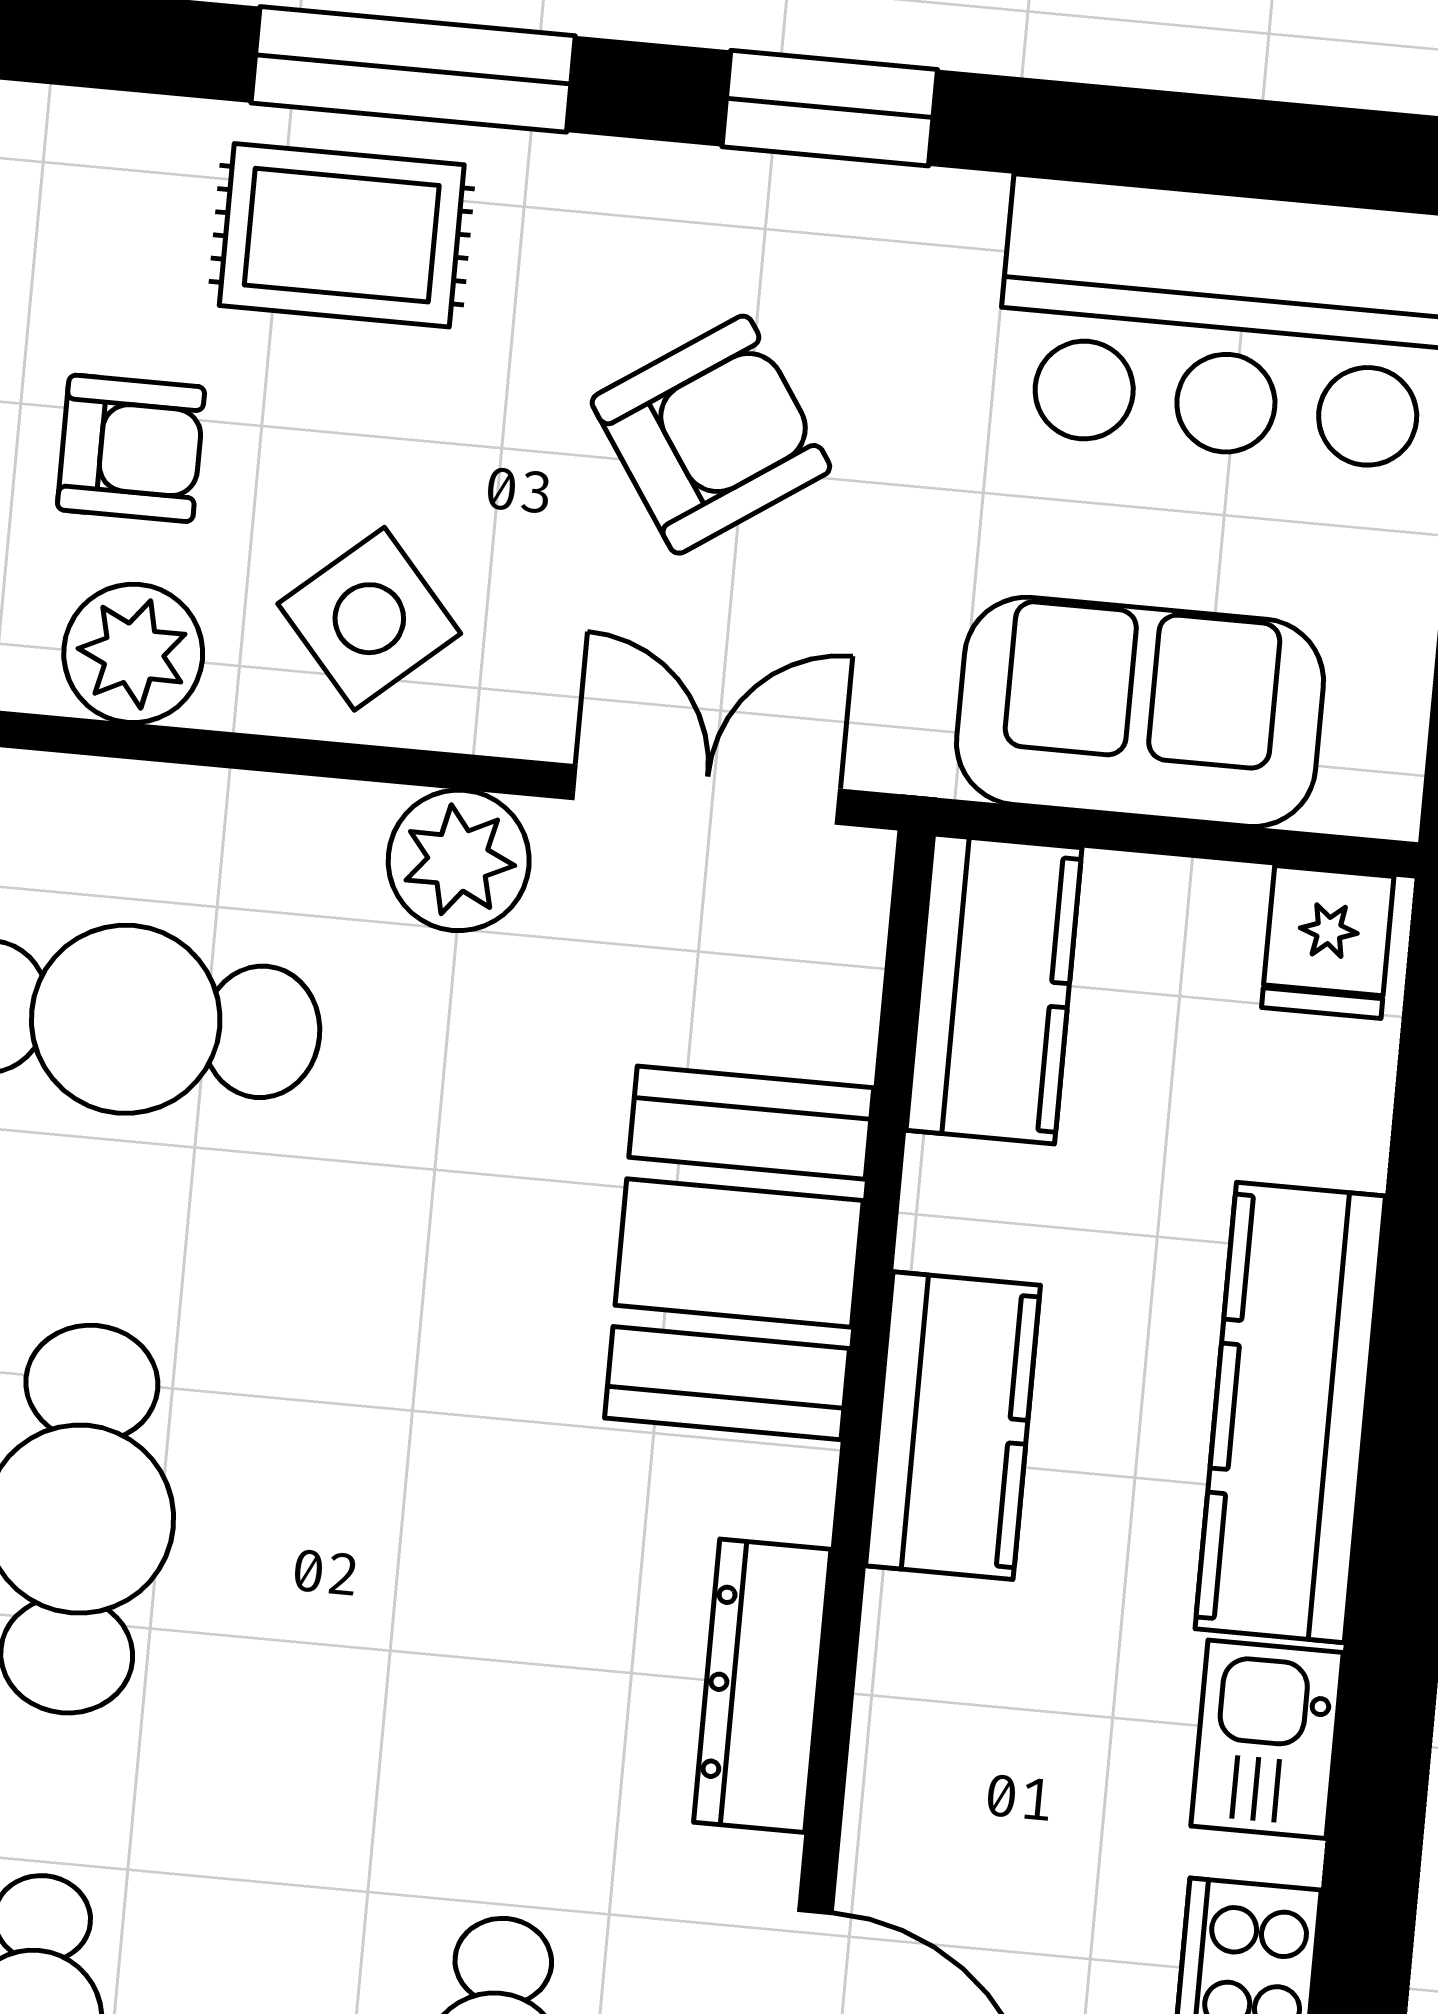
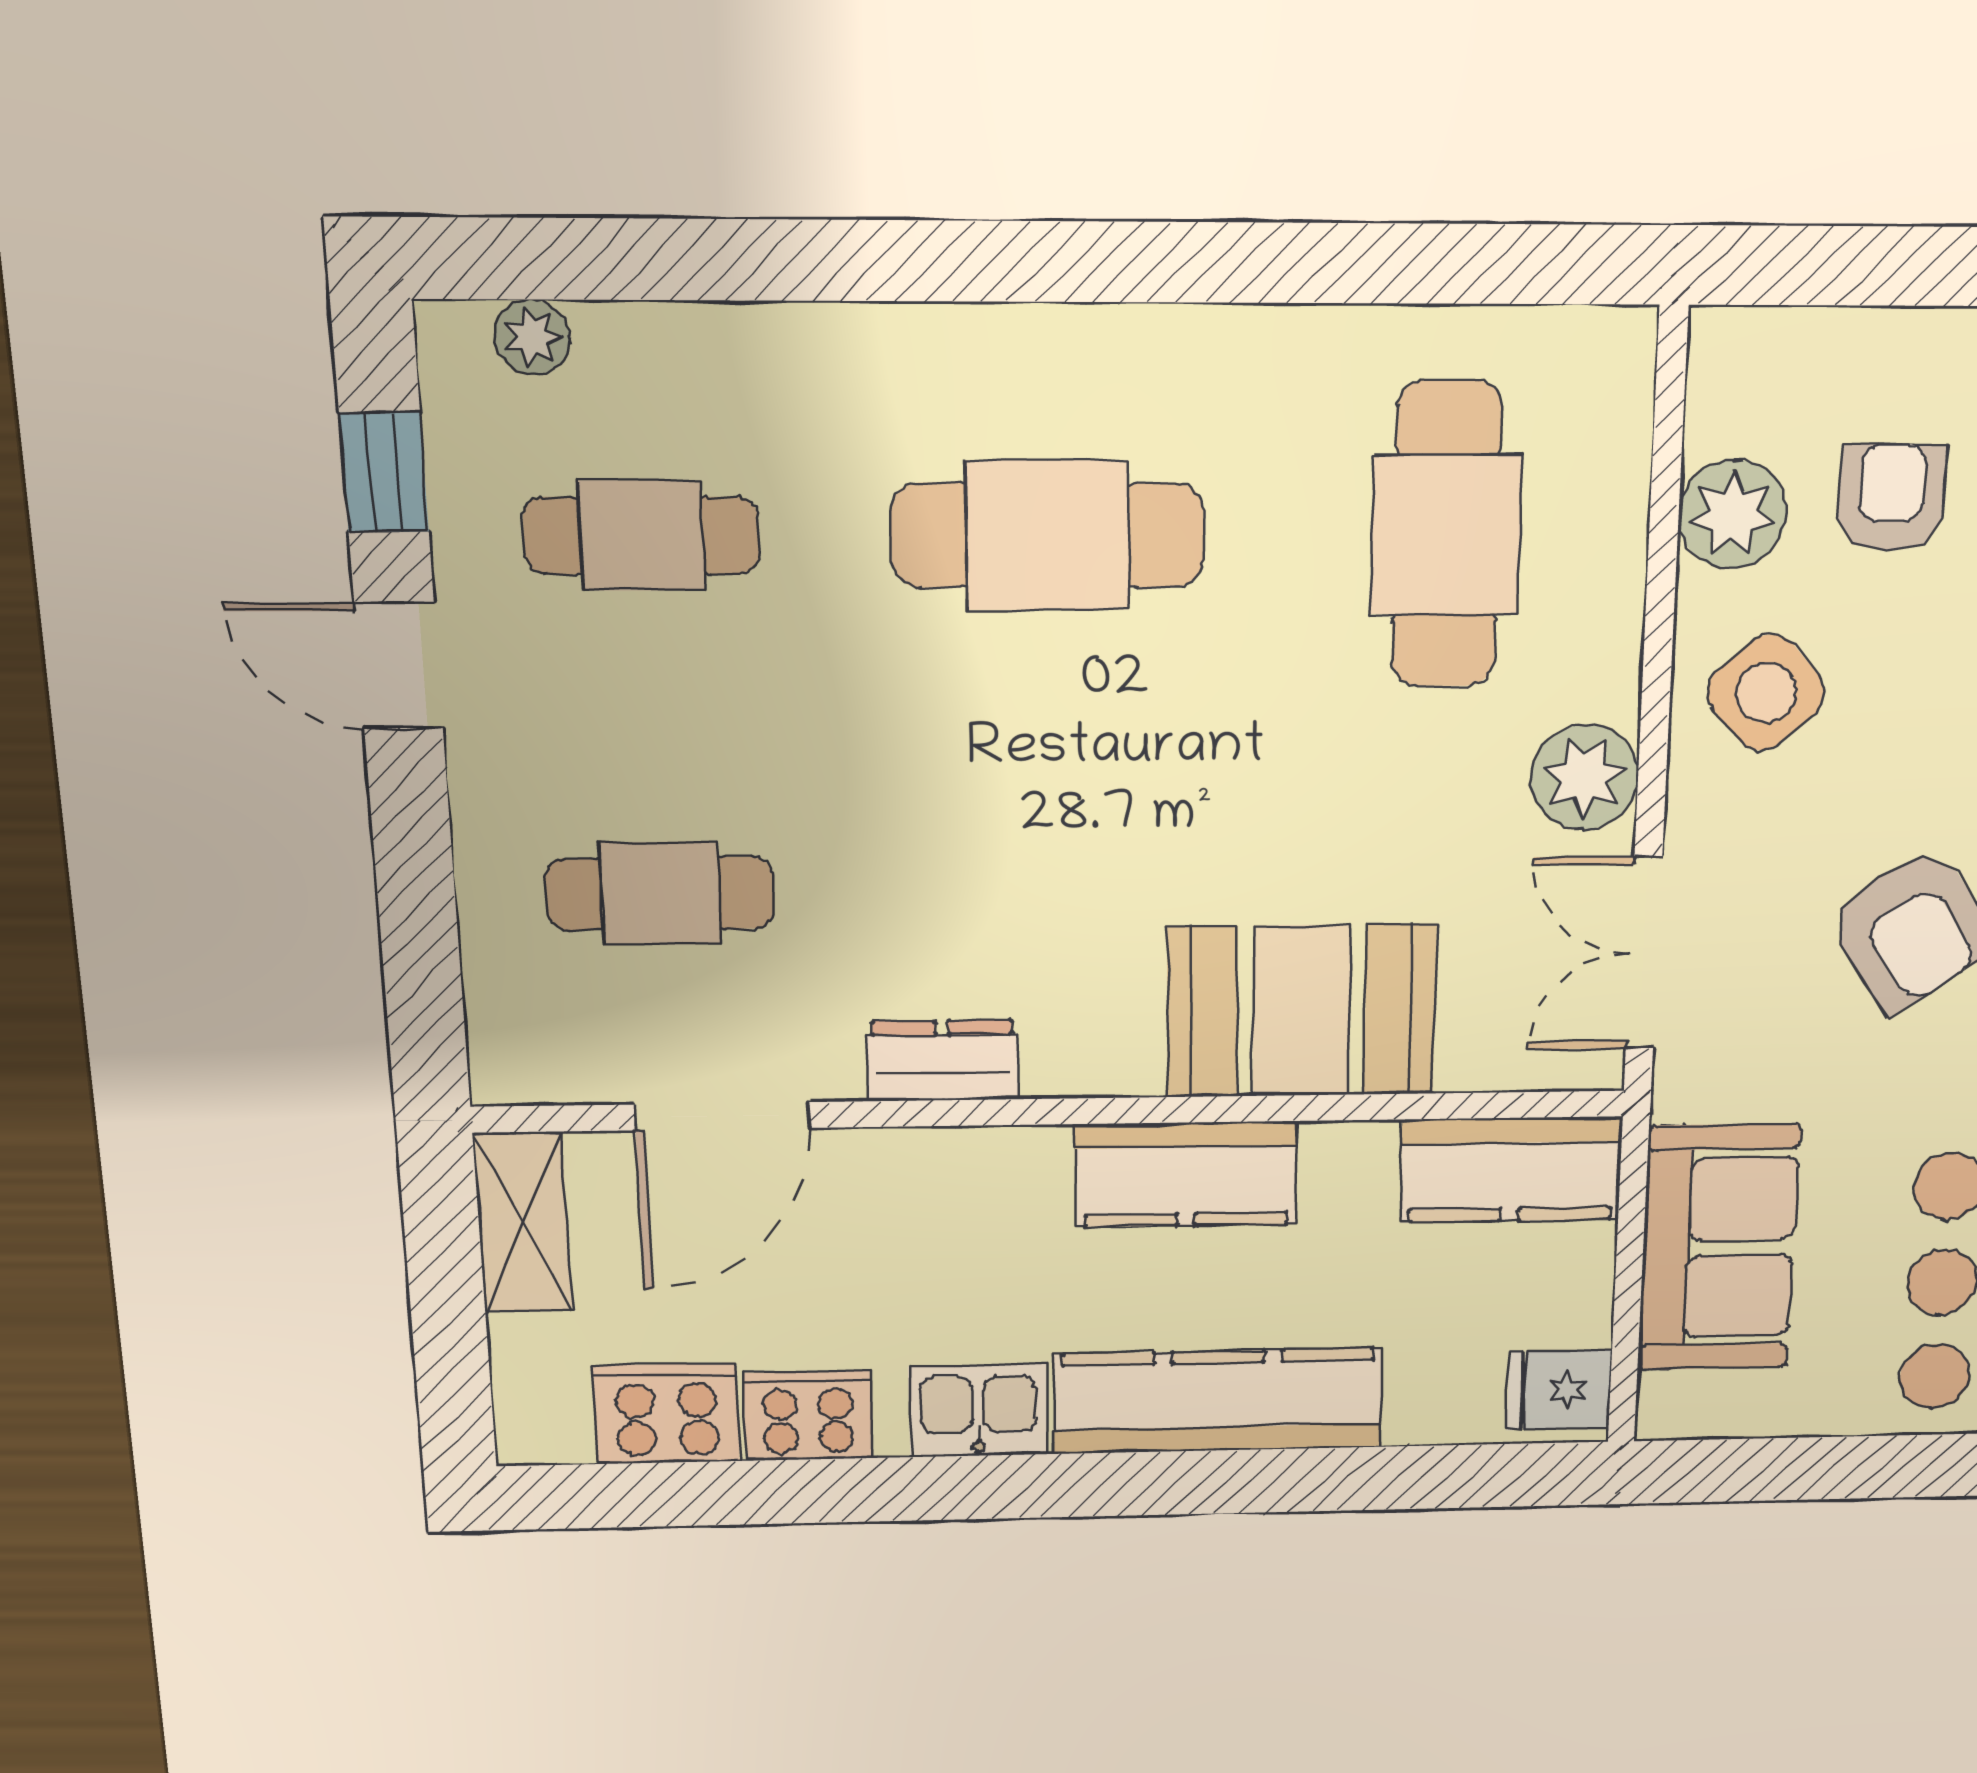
armchair: (131, 448) -> (1892, 498), turned 180
double door: (706, 794) -> (1644, 953), swing flipped
dresser: (762, 1686) -> (943, 1060), width x0.70

